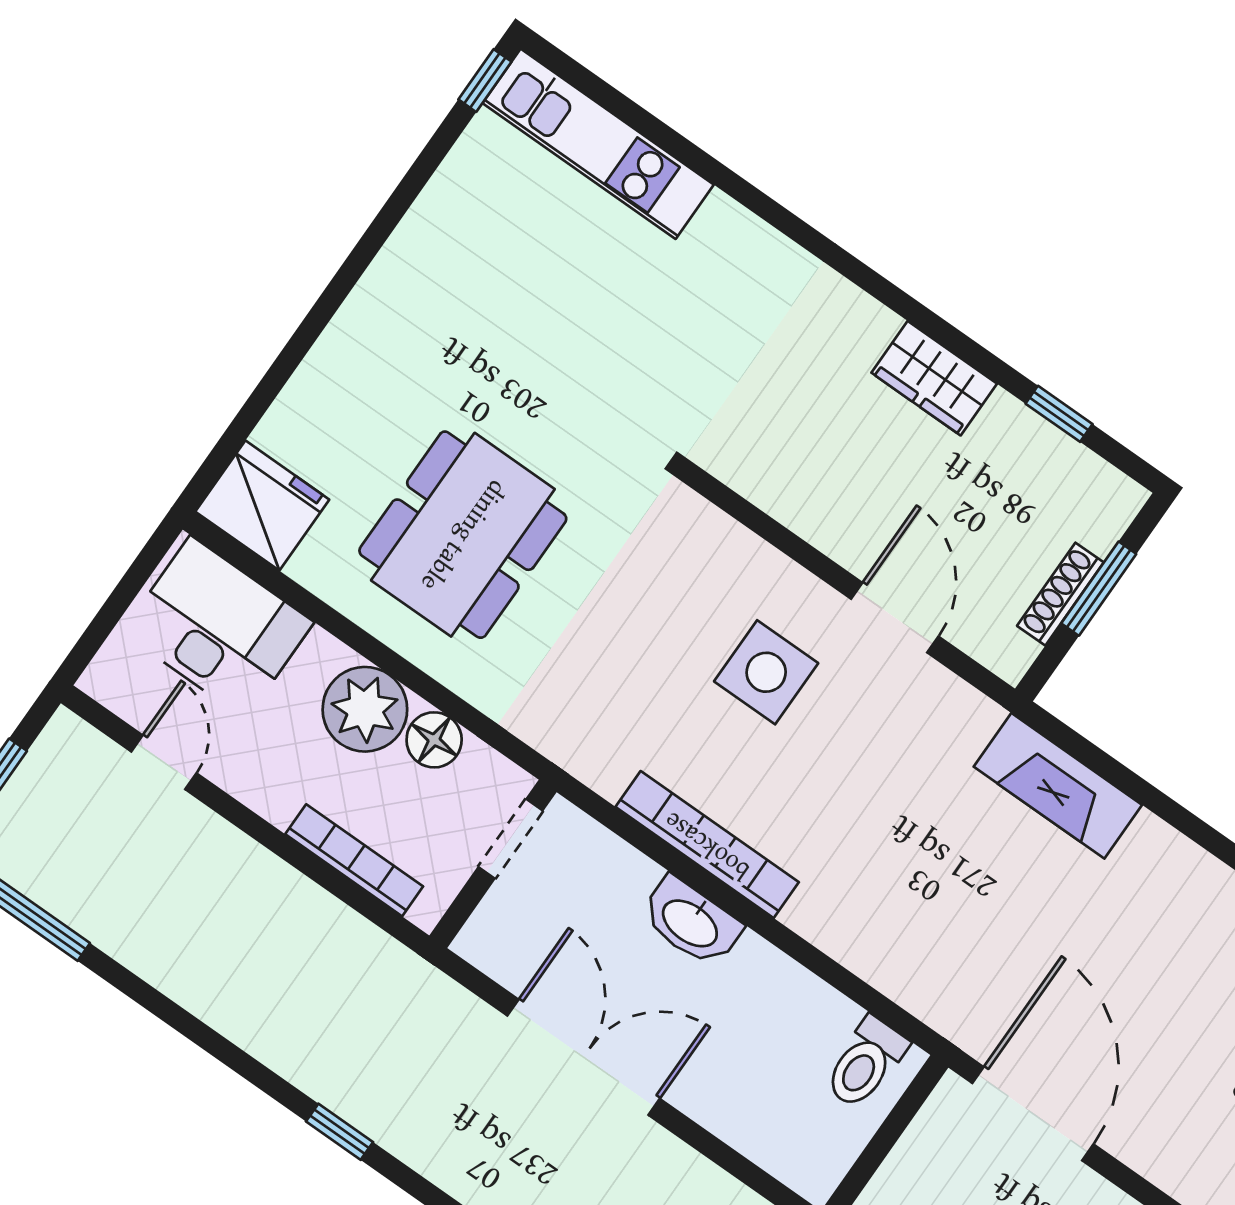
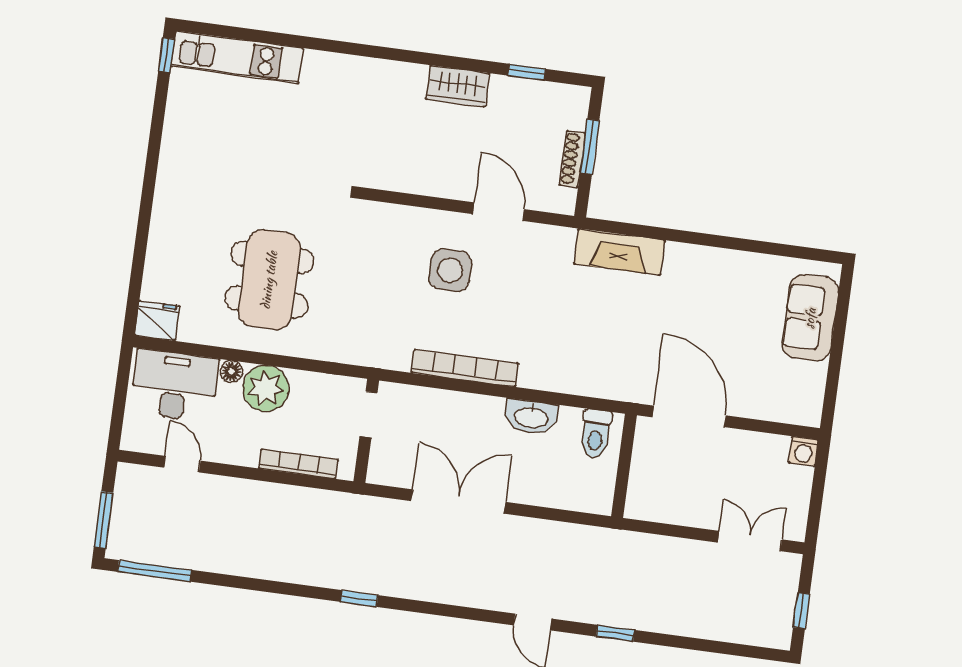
fridge: (262, 506) -> (157, 321), width x0.73, depth x0.75
floor lamp: (434, 740) -> (231, 372), moved, width x0.73, depth x0.73
washbasin: (691, 922) -> (531, 417), moved

